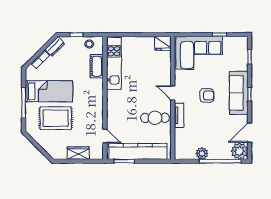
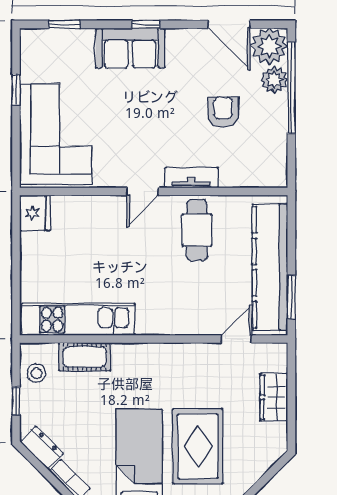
sofa: (239, 93) -> (130, 48), width x0.73
armchair: (207, 95) -> (223, 112), moved
plant: (202, 153) -> (274, 80), moved

